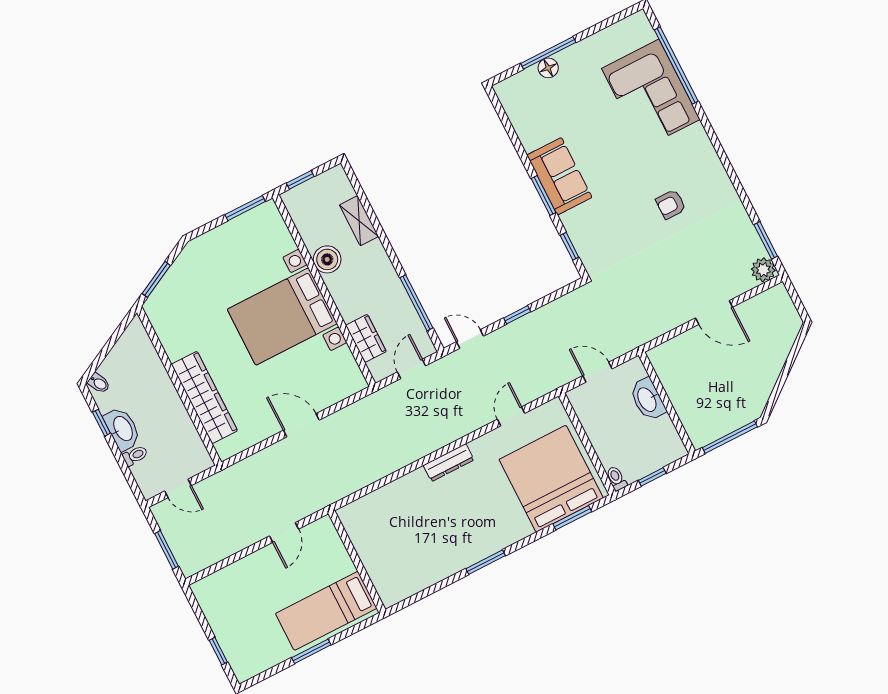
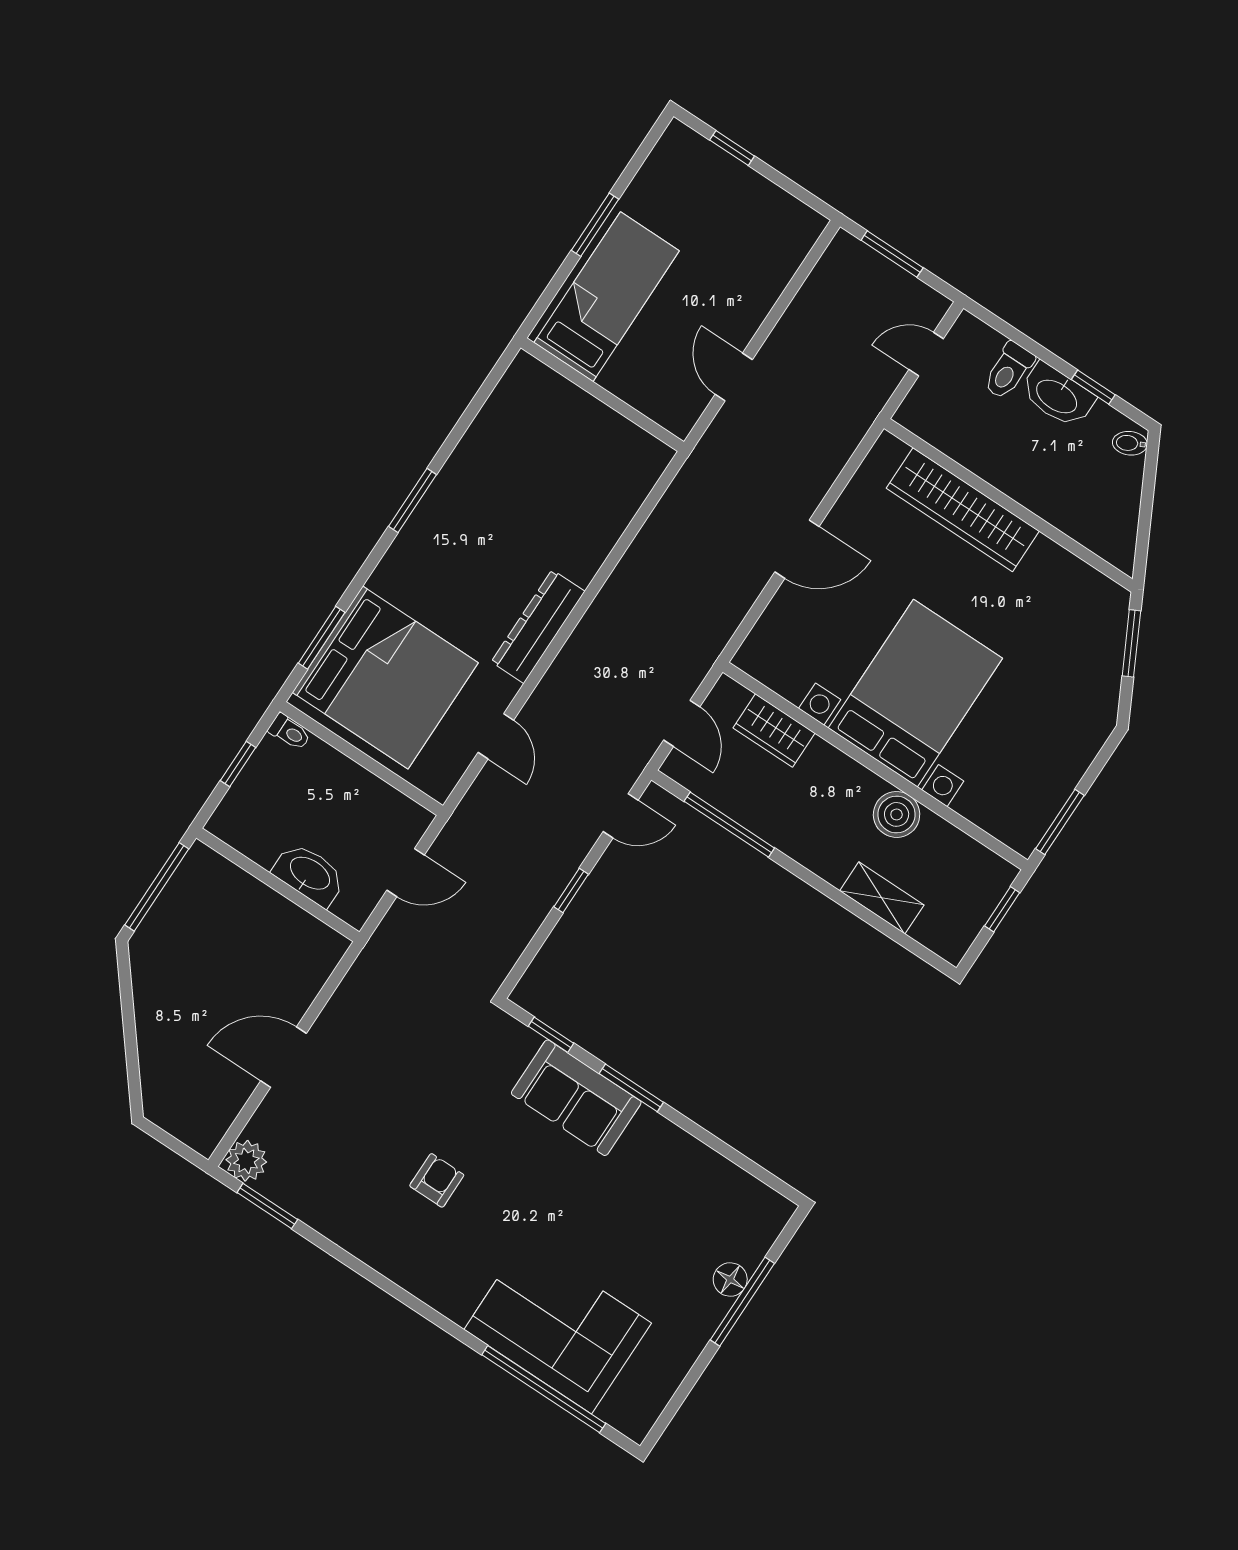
sofa: (559, 176) -> (576, 1098), moved
toilet: (135, 456) -> (1009, 371), width x1.37, depth x1.39
dresser: (449, 463) -> (538, 627), width x1.37, depth x1.24

